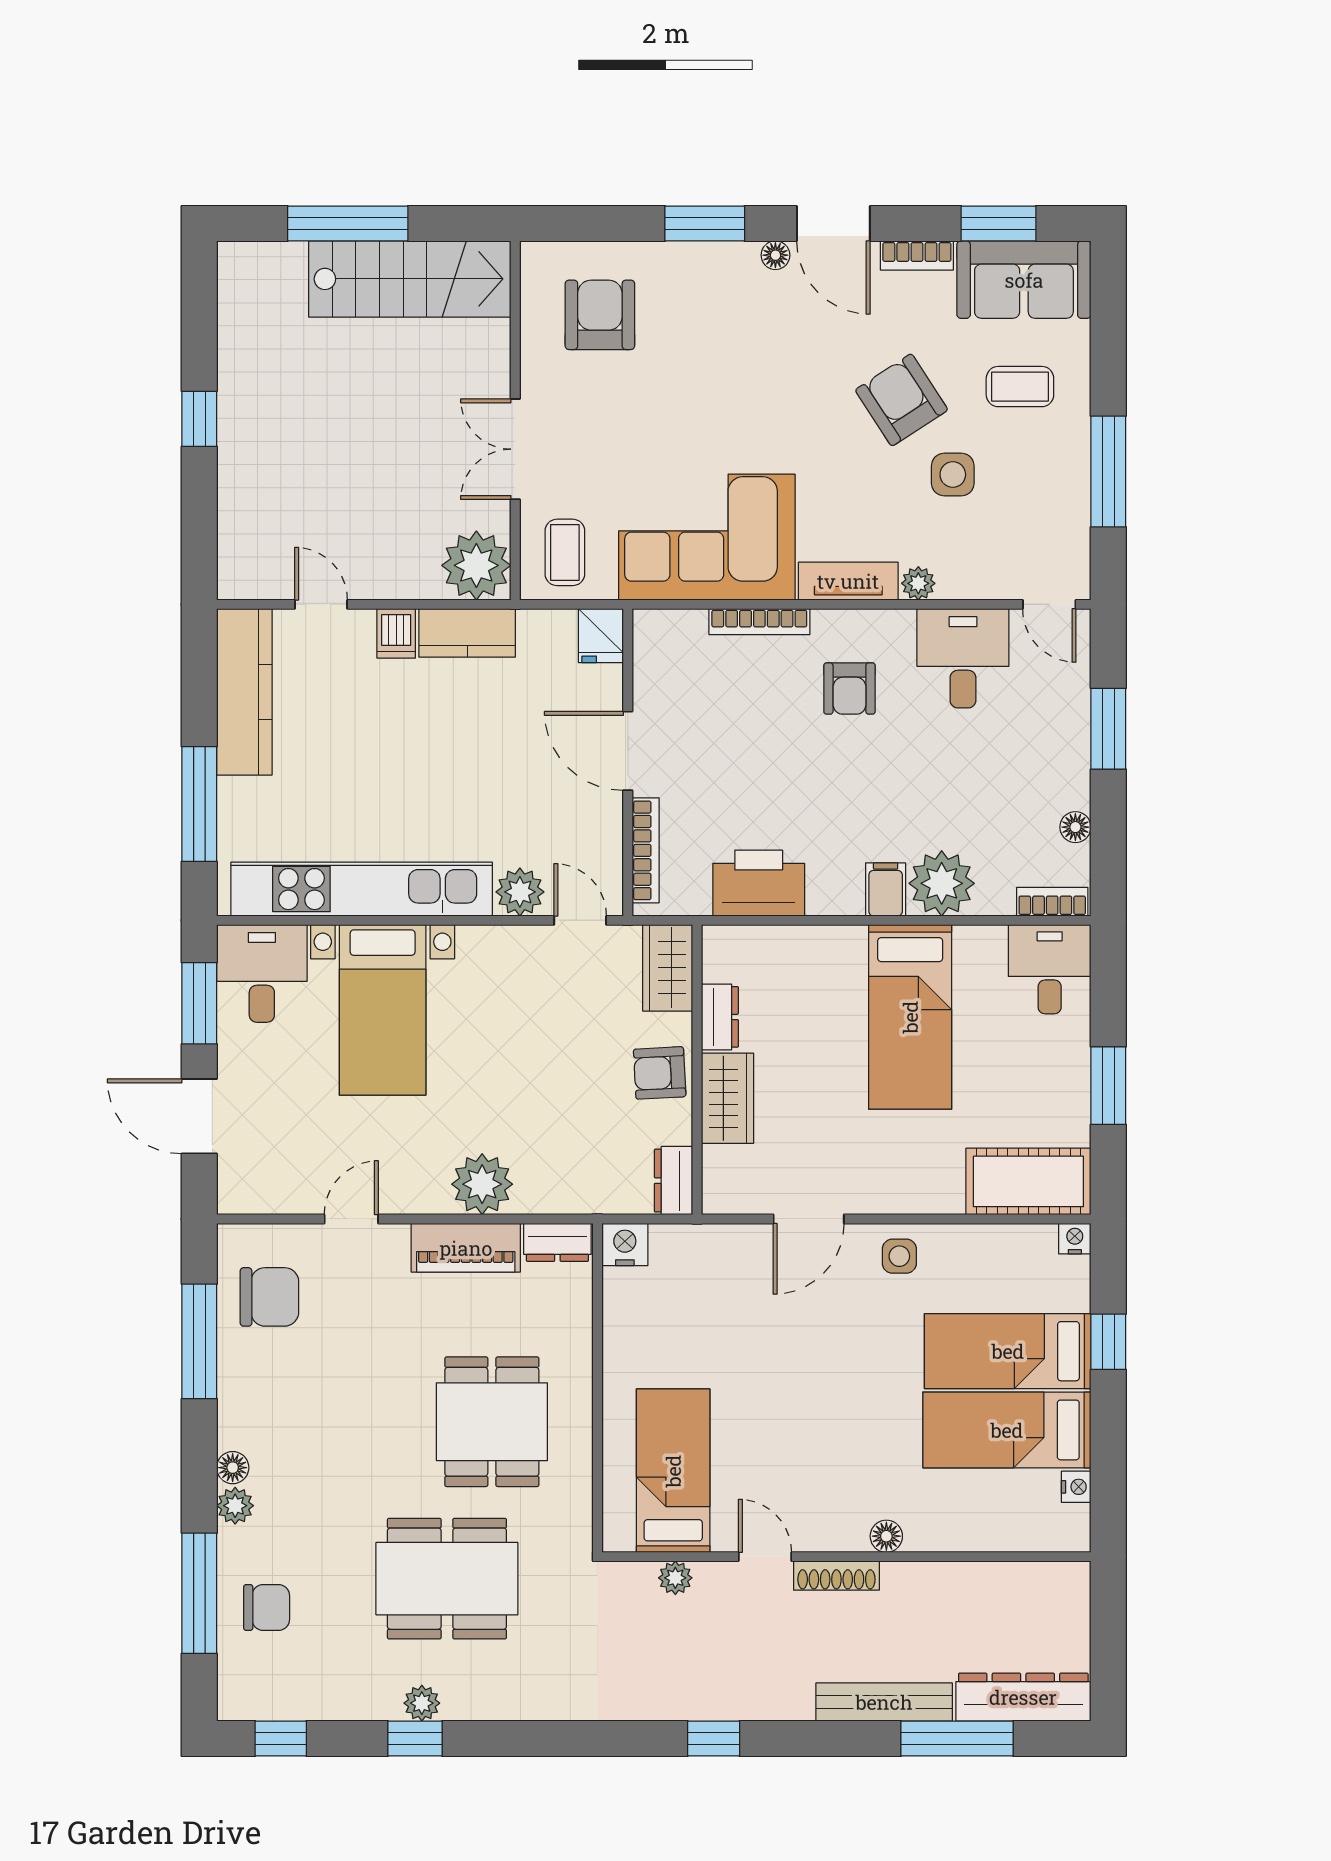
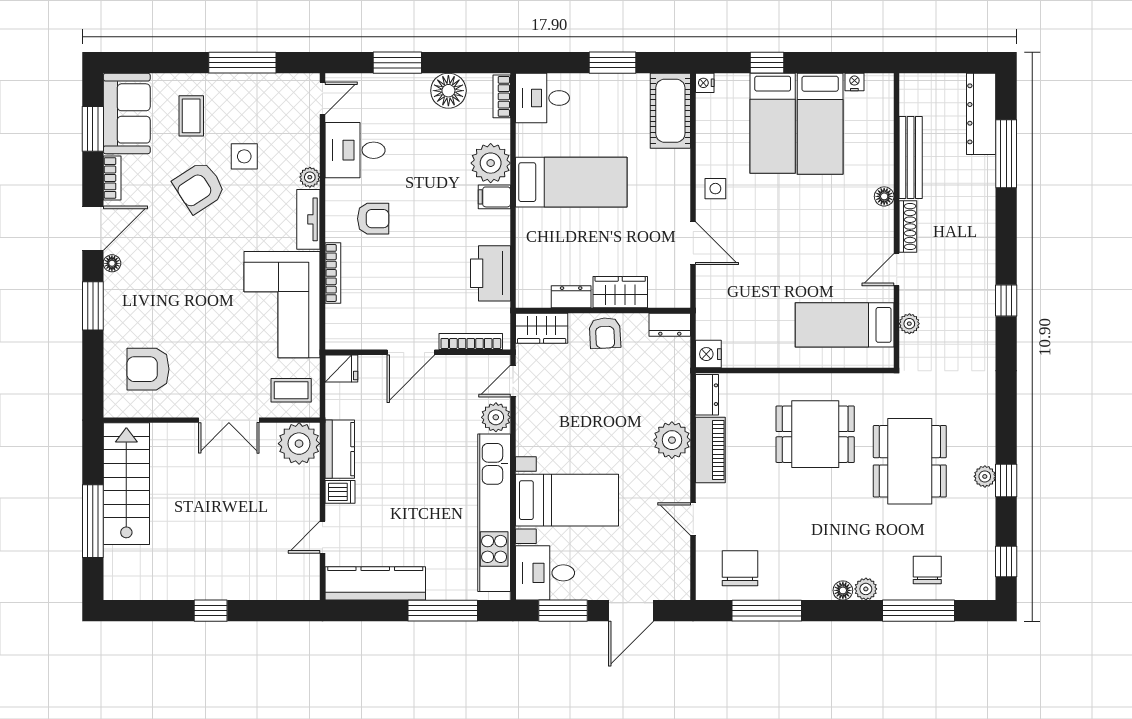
floor lamp: (1075, 827) -> (448, 91), width x1.89, depth x1.89
bench: (884, 1702) -> (911, 157), moved

